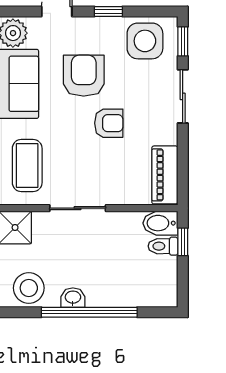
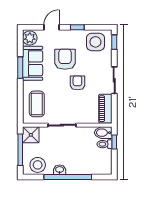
sliding door: (183, 96) -> (114, 80), moved
armchair: (109, 123) -> (77, 83), turned -90

